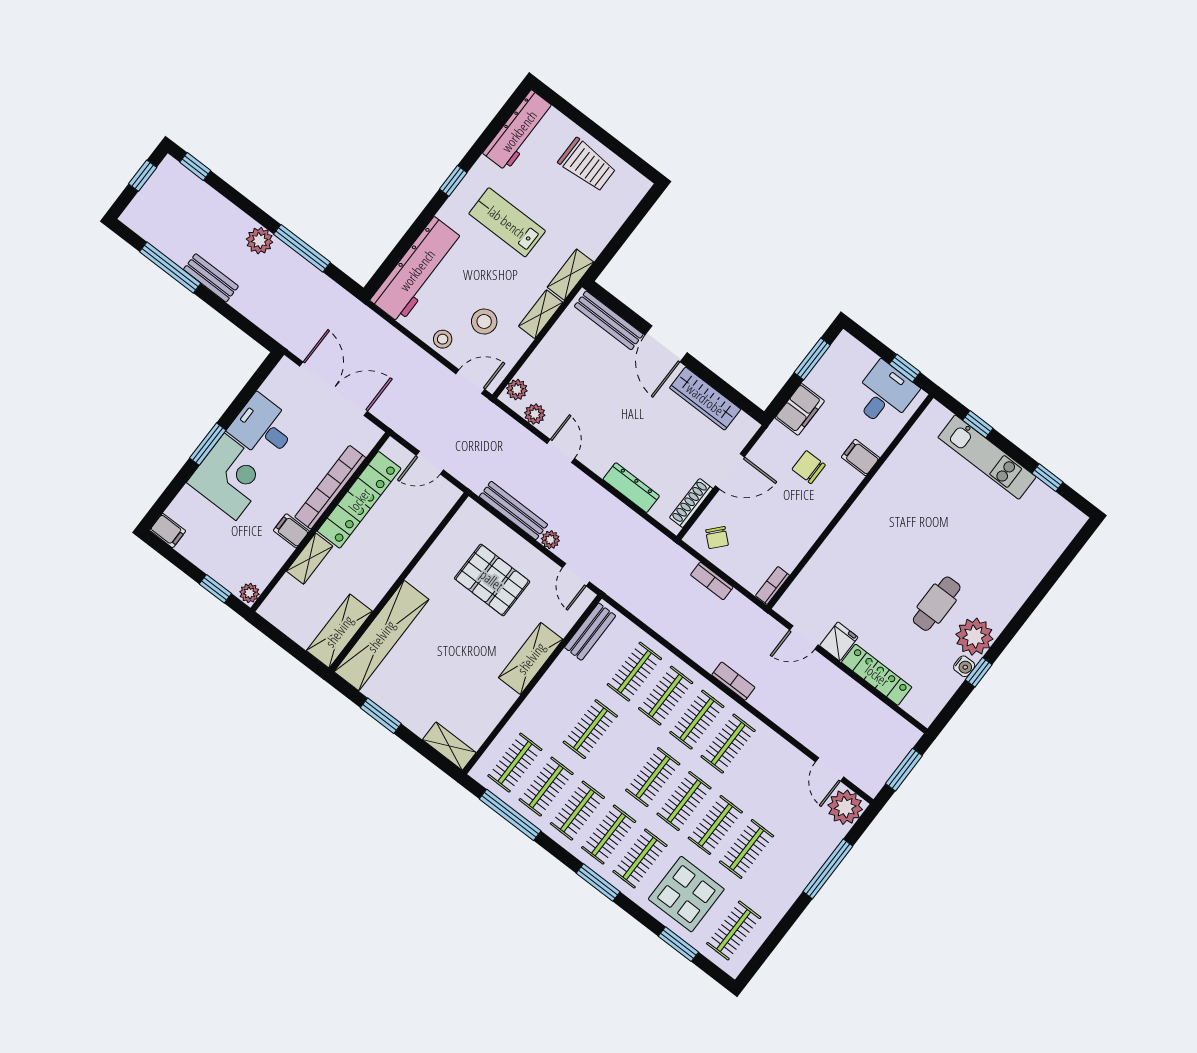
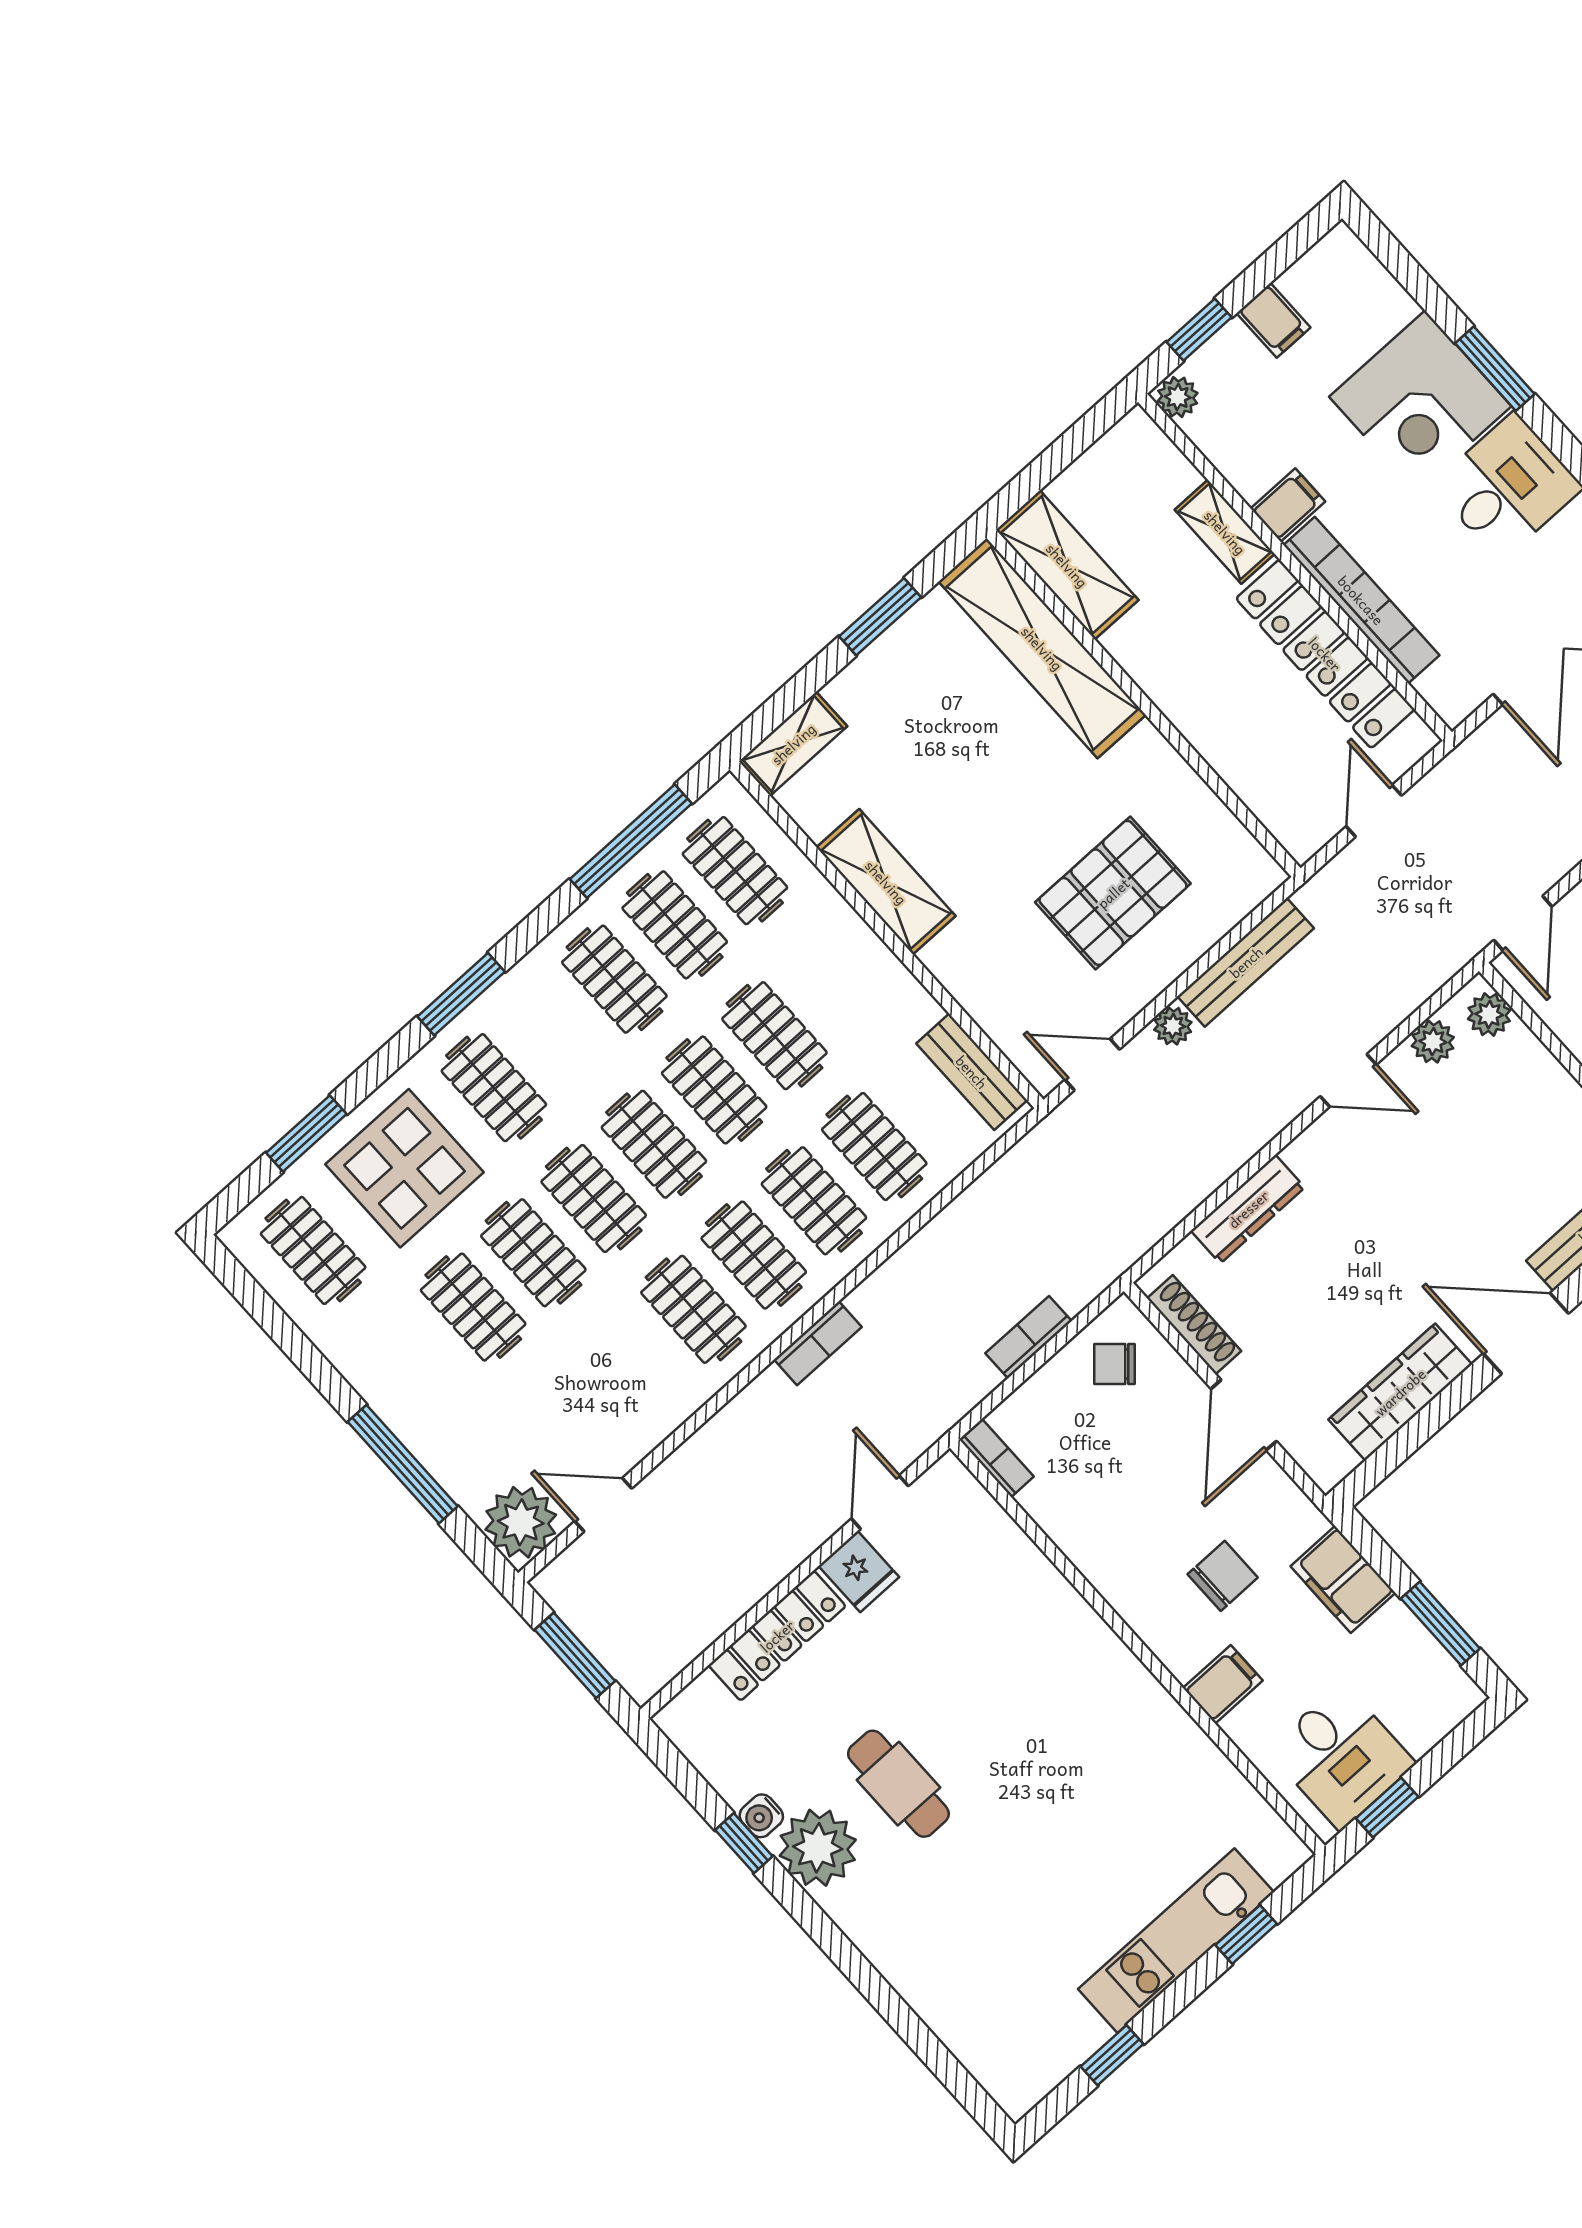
filing cabinet: (168, 531) -> (1273, 320), moved, turned -90
shelving: (531, 658) -> (886, 882), moved
clothes rail: (609, 835) -> (714, 1090), moved

